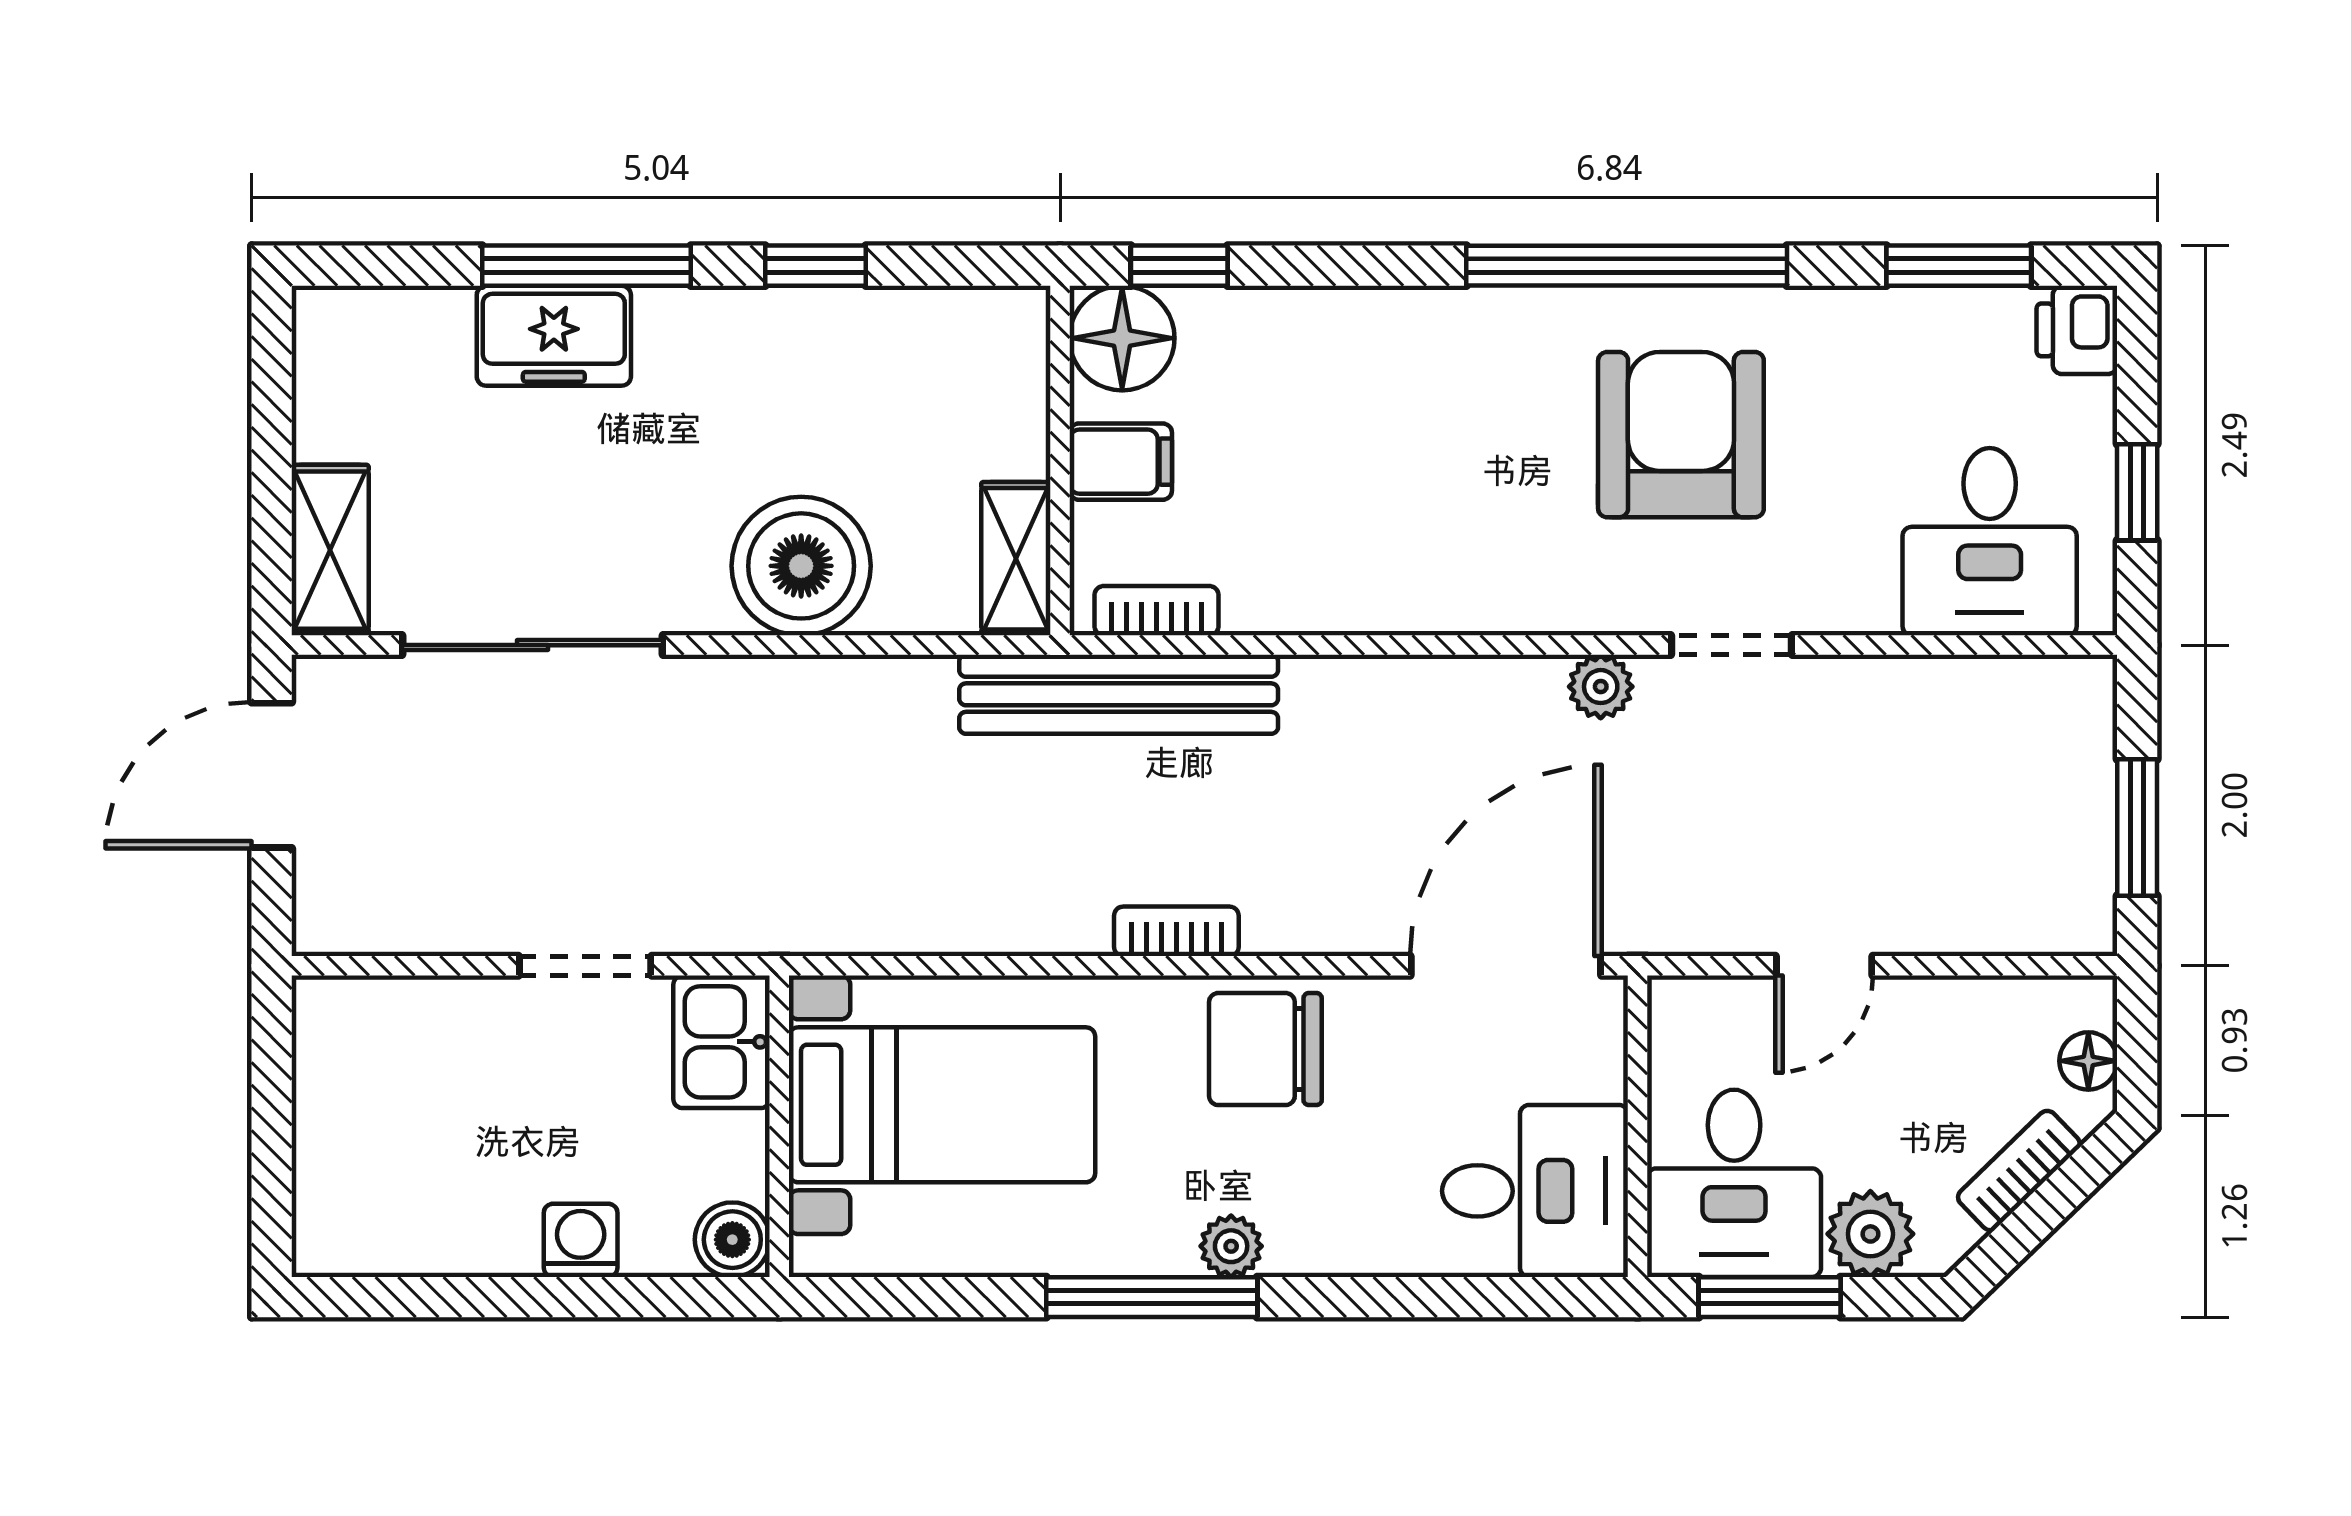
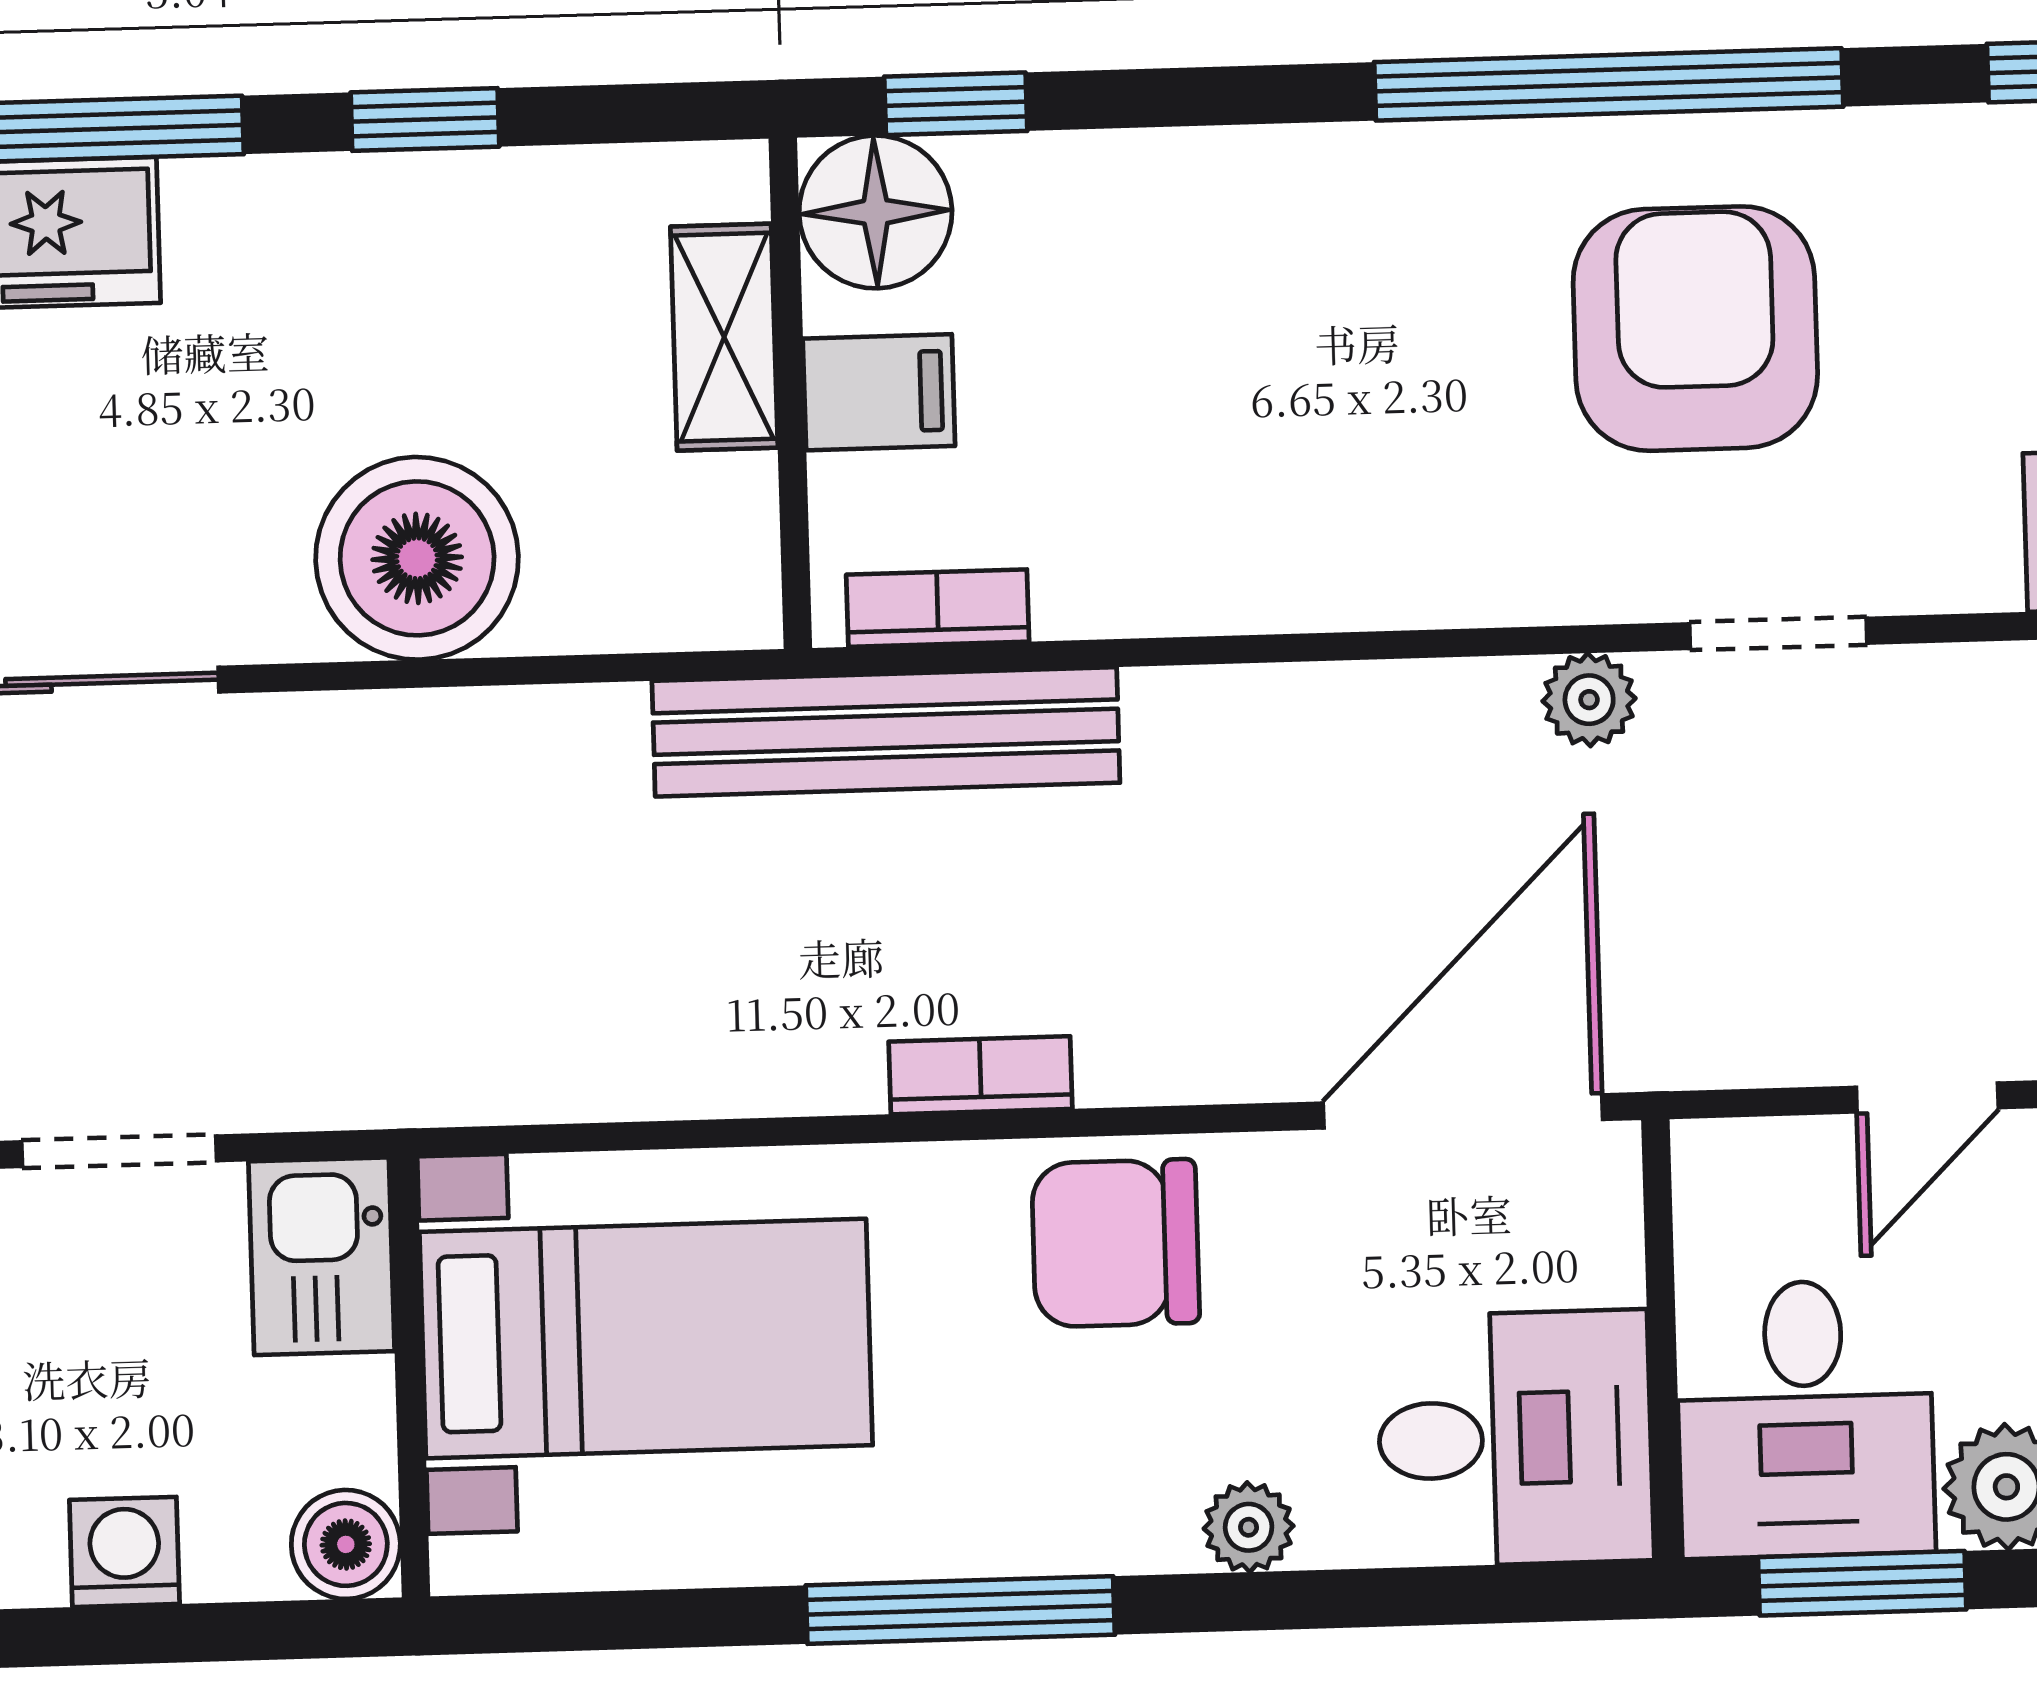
shelving: (1016, 559) -> (724, 337), moved
plant: (1231, 1246) -> (1249, 1527), moved

